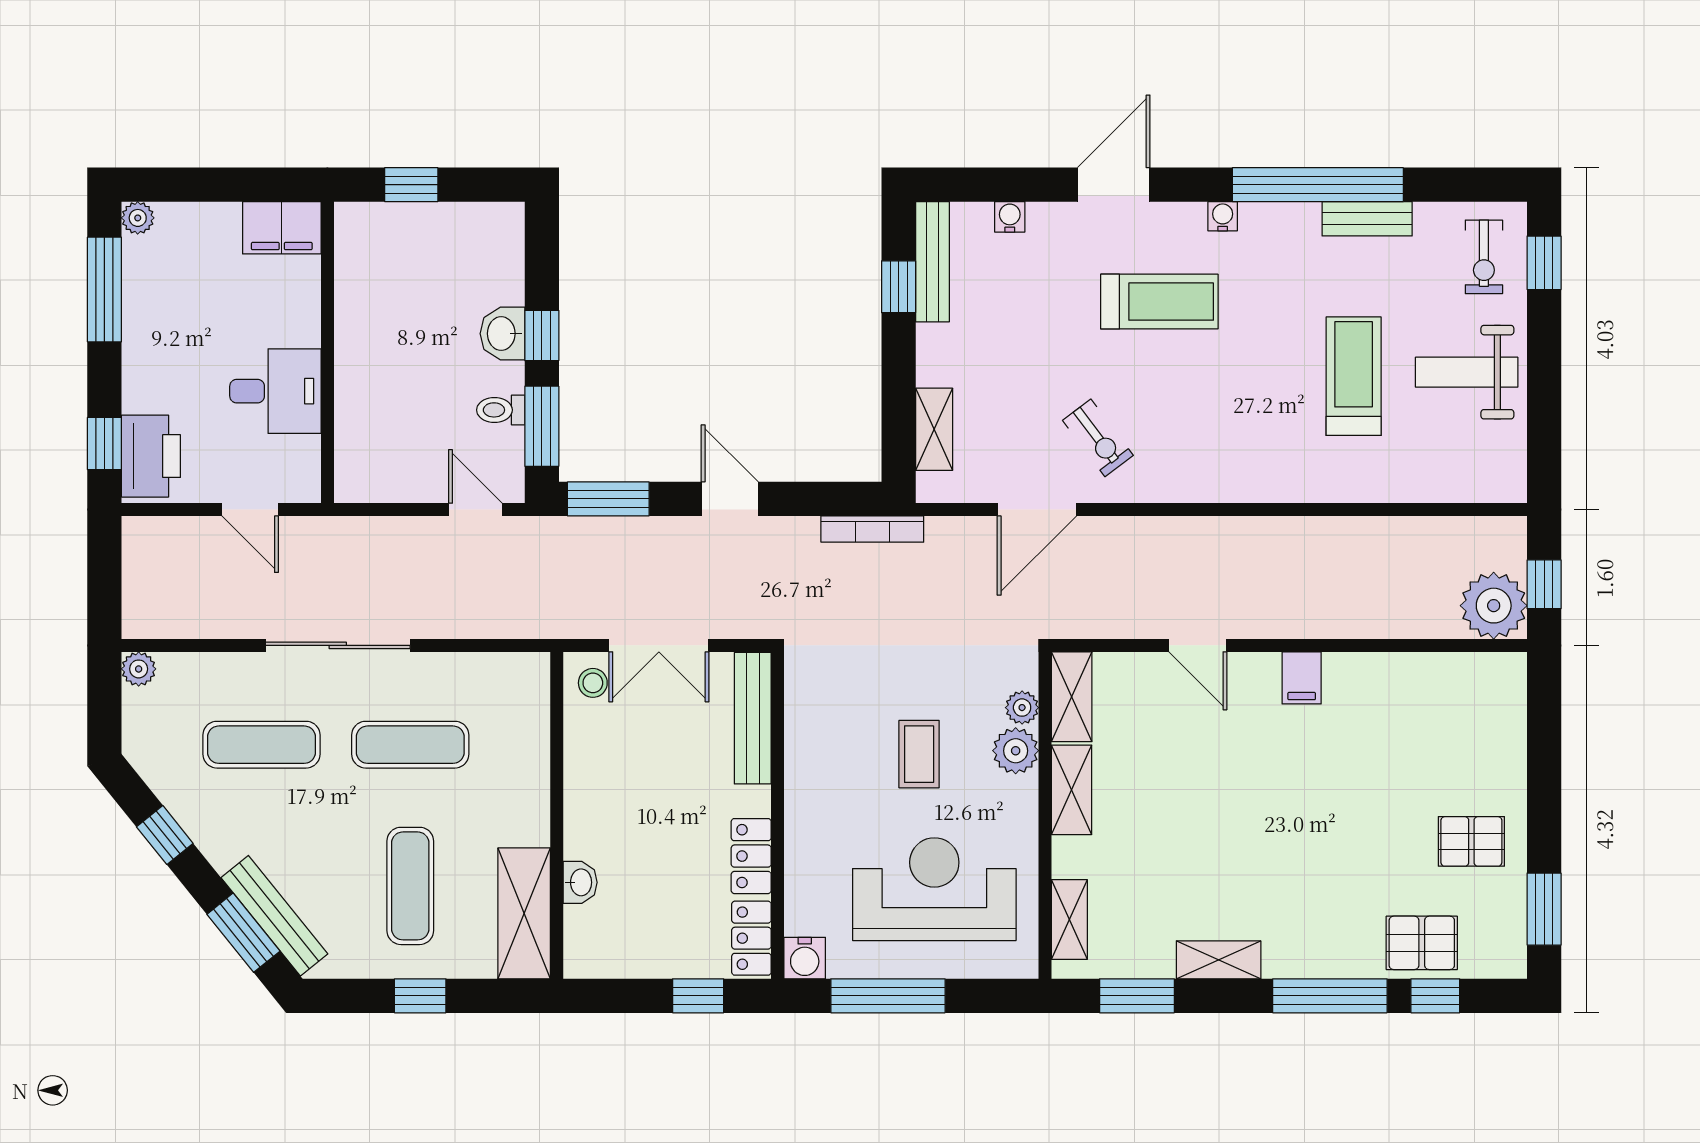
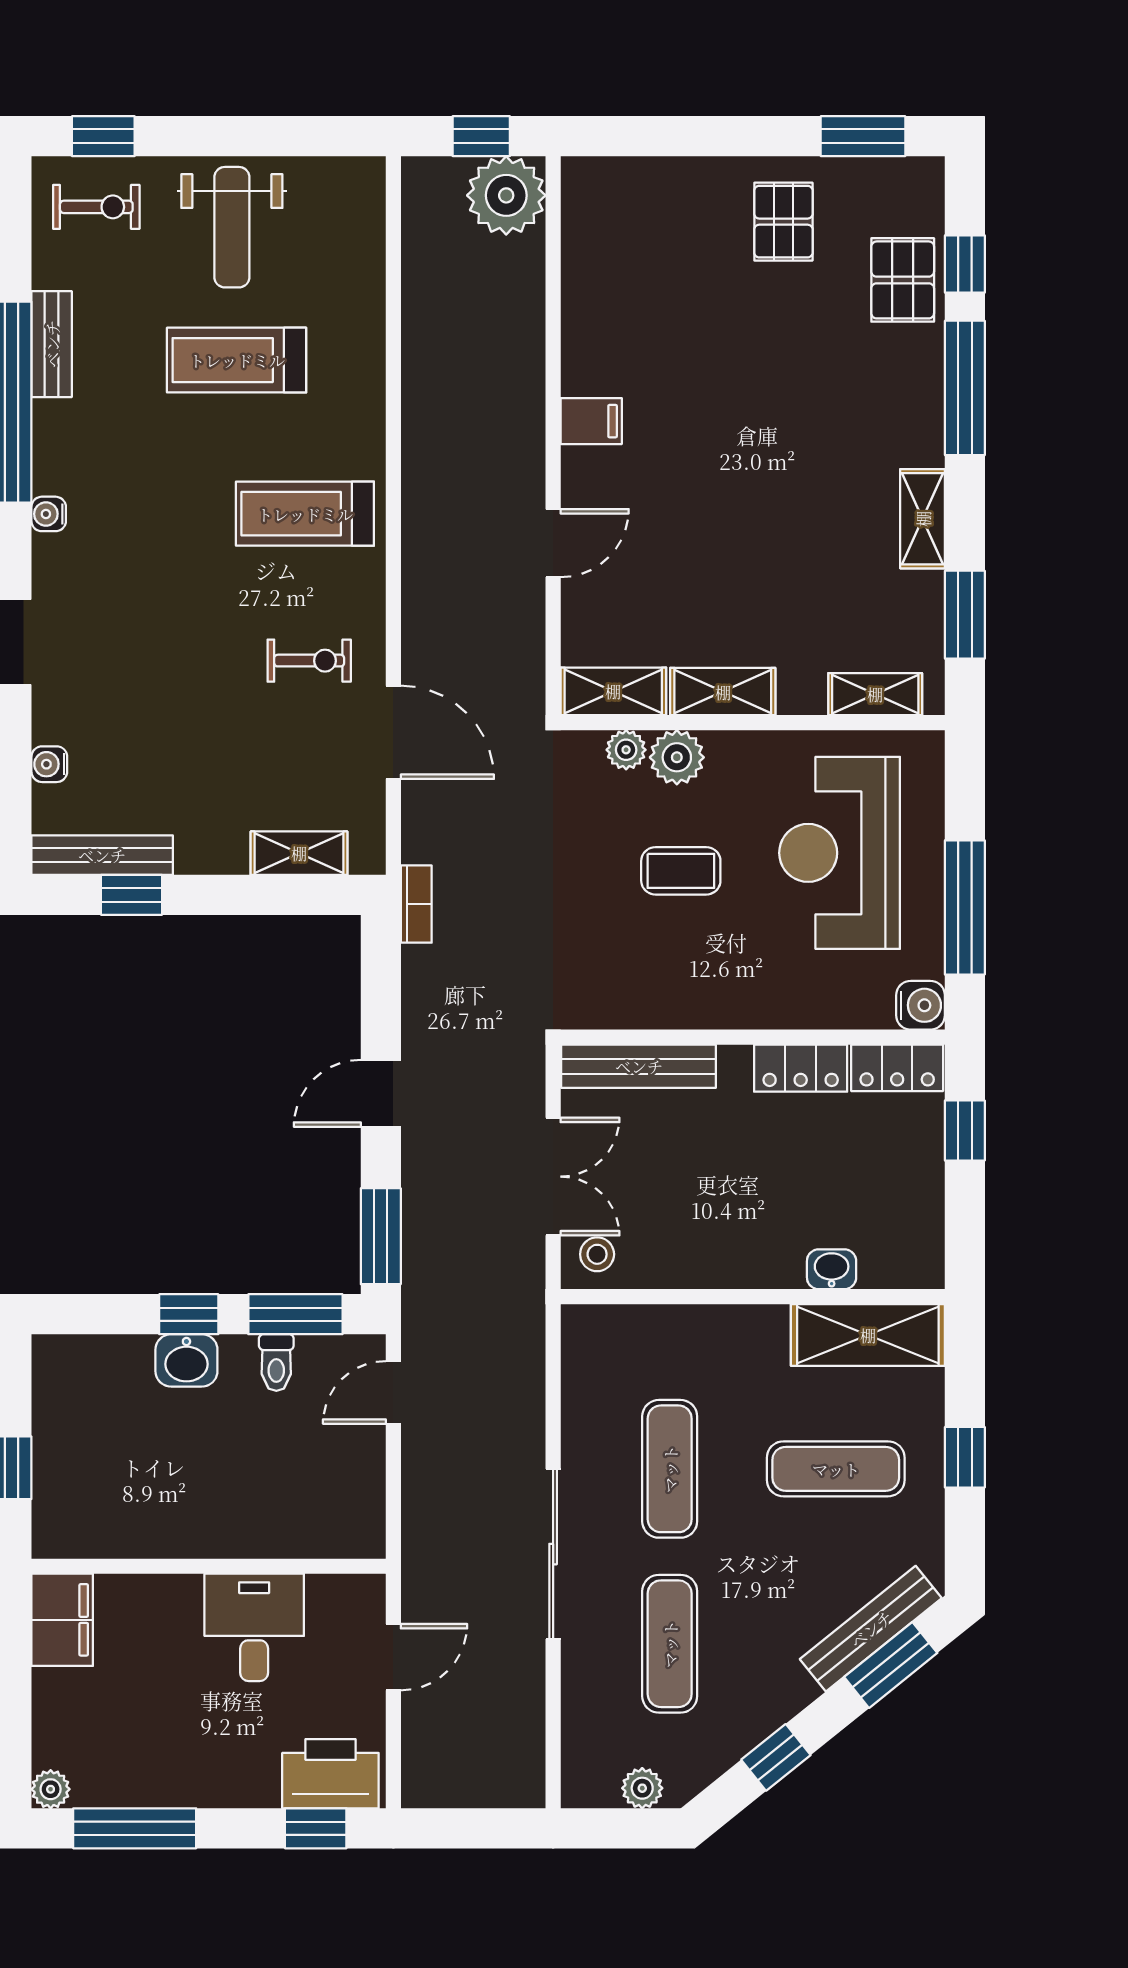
treadmill: (1159, 302) -> (305, 514), moved, turned -90
exercise bike: (1098, 438) -> (309, 661), turned 37
bookcase: (872, 529) -> (416, 904), width x0.64
plant: (139, 669) -> (642, 1788), moved

